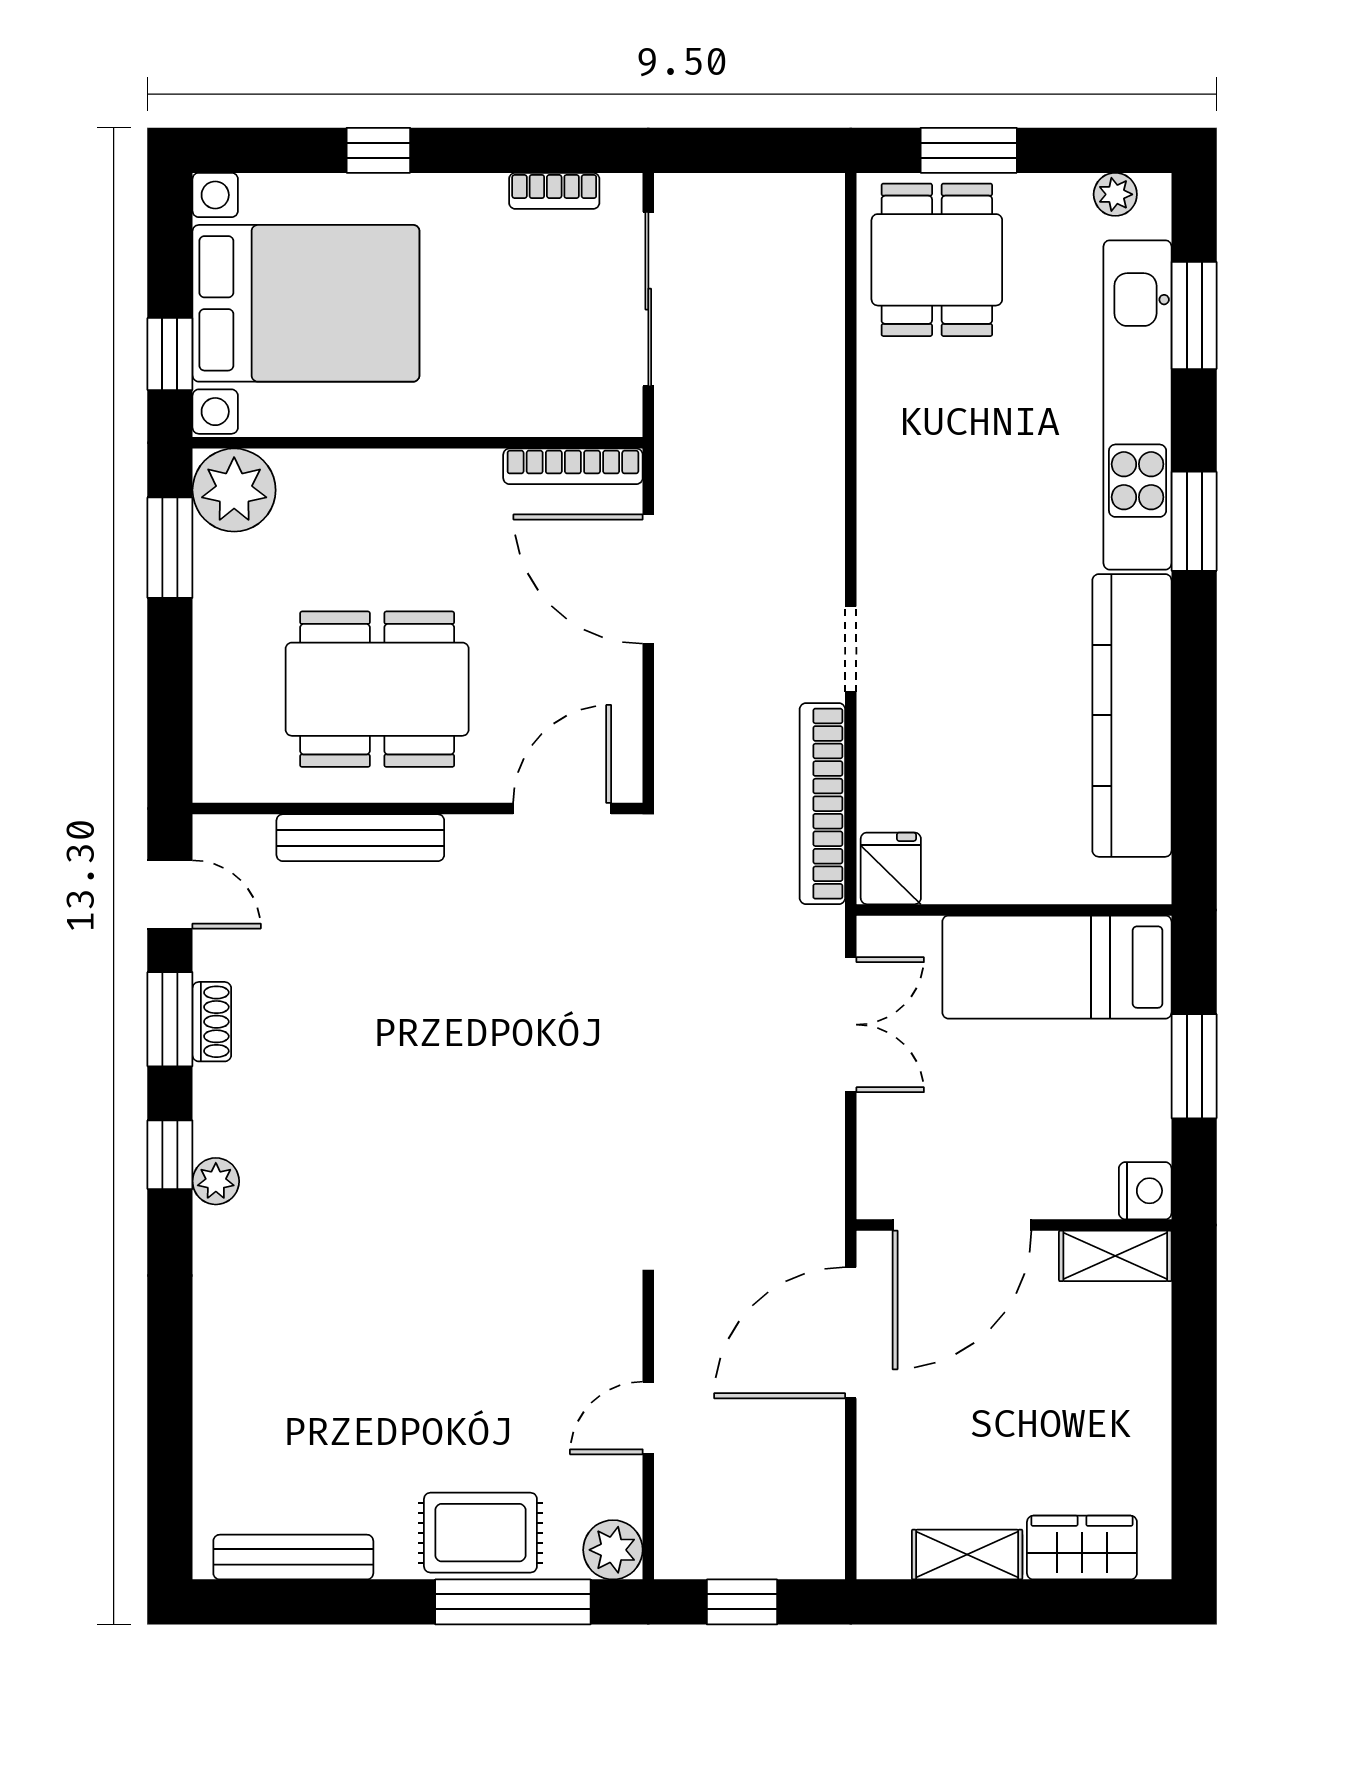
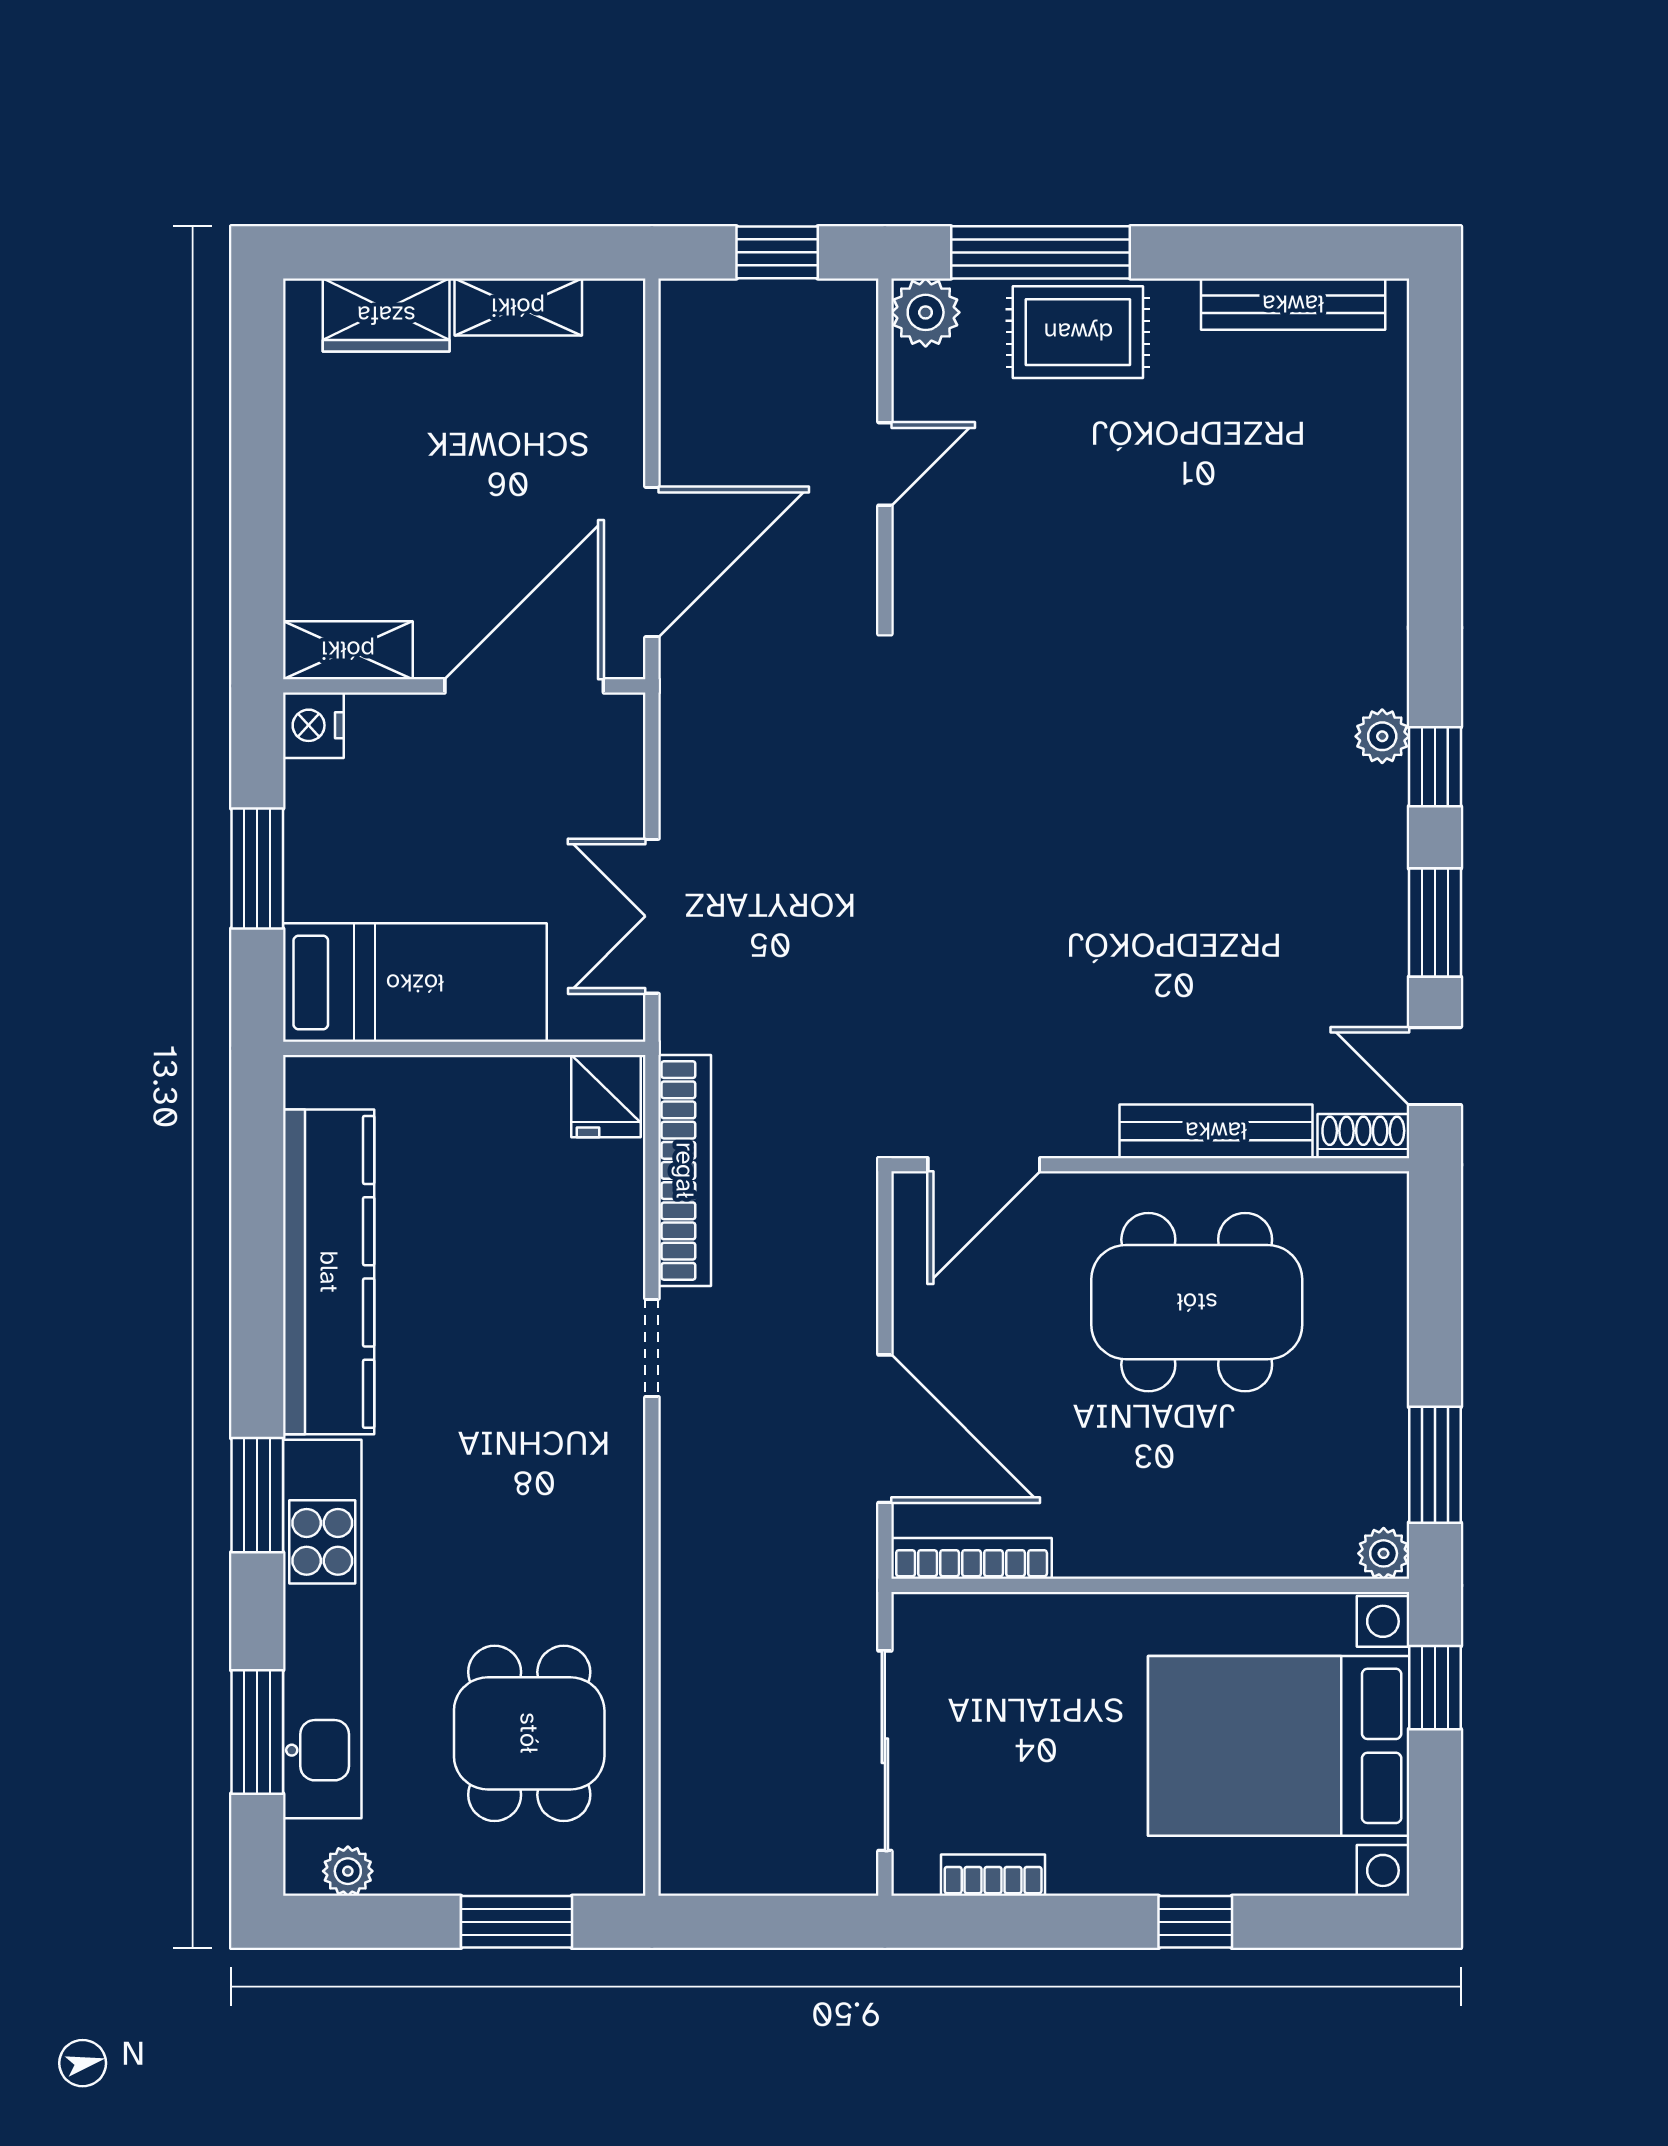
dining table: (937, 260) -> (529, 1733), moved
plant: (234, 490) -> (1384, 1553), width x0.53, depth x0.53
shoe rack: (212, 1022) -> (1363, 1136), moved, turned 90

